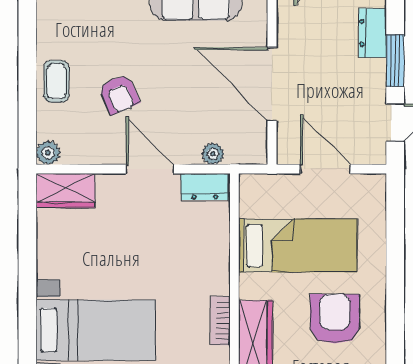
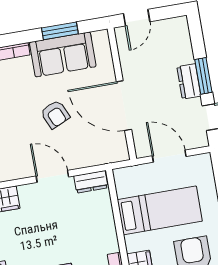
dresser: (373, 33) -> (189, 81), moved
armchair: (119, 94) -> (55, 114), moved
plant: (213, 154) -> (92, 159), removed

